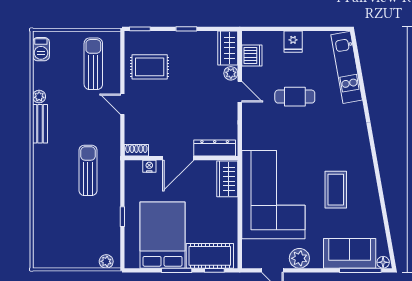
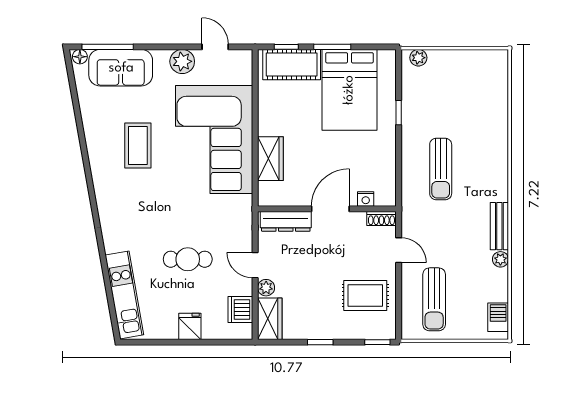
dresser: (215, 148) -> (286, 221), moved
shoe rack: (136, 150) -> (381, 219), moved
door: (178, 158) -> (330, 209), moved
wall: (181, 158) -> (327, 209), moved
nightstand: (149, 166) -> (366, 199), moved

